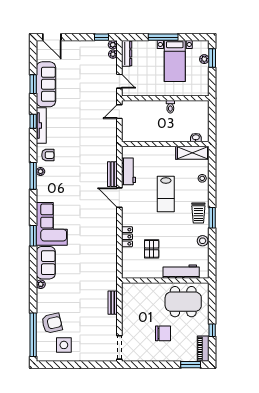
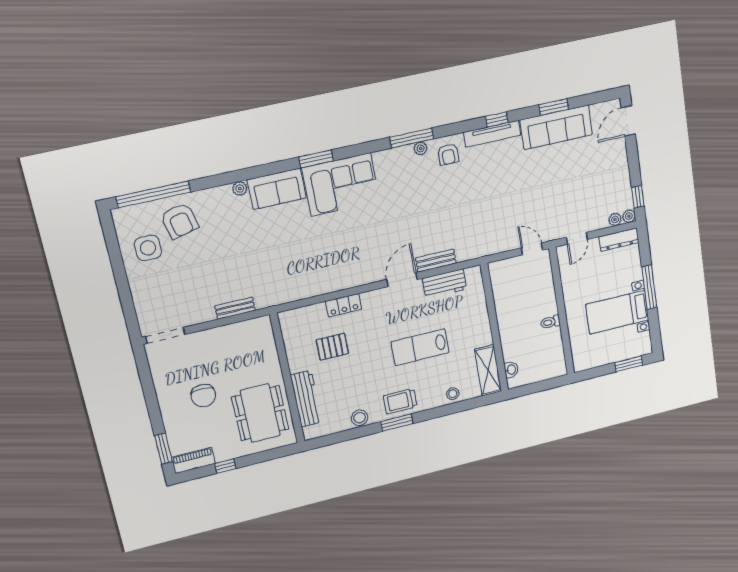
plant: (204, 59) -> (626, 353), removed

